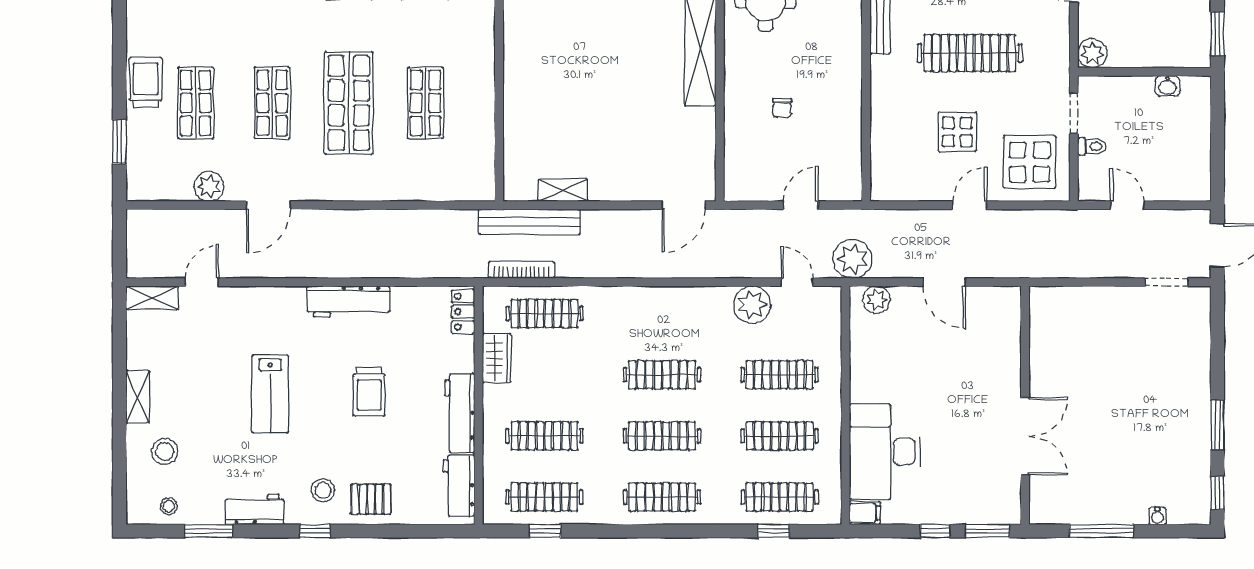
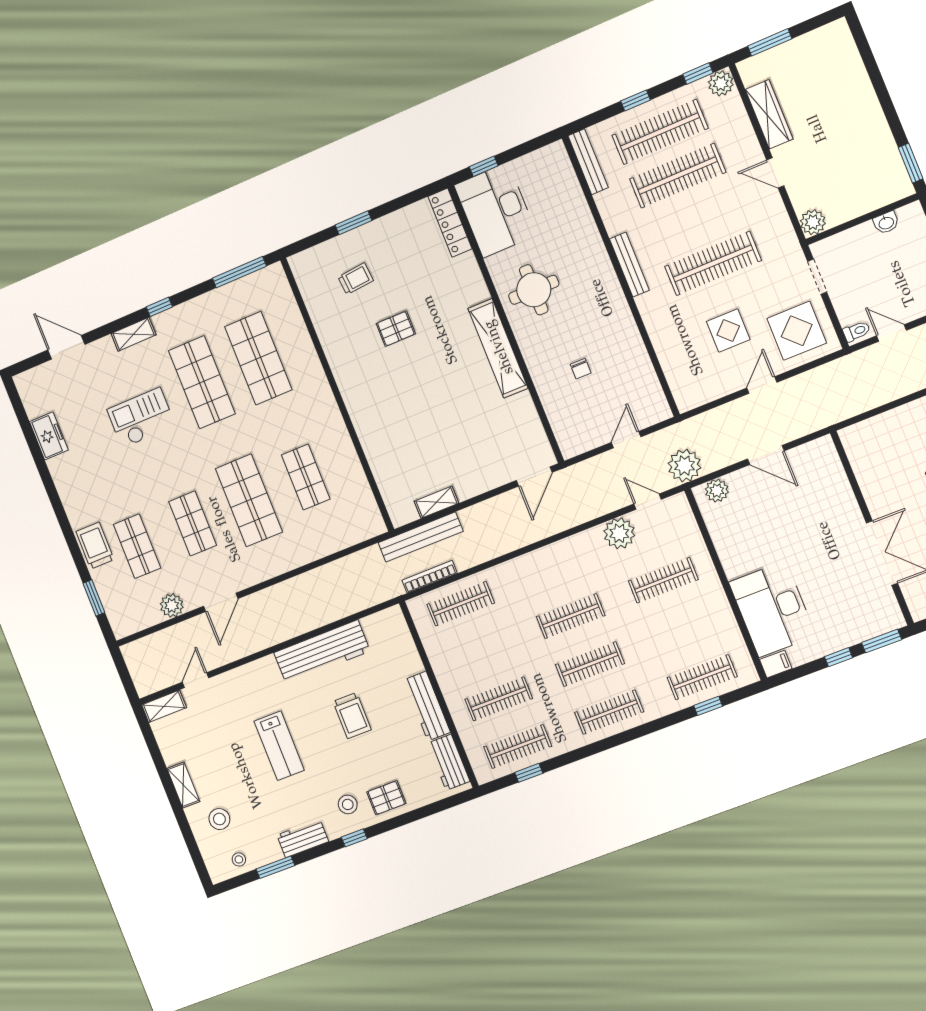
toilet: (1092, 146) -> (857, 331), moved
workbench: (349, 302) -> (322, 652), width x1.36, depth x1.32
locker: (463, 312) -> (398, 627), removed
wardrobe: (497, 358) -> (438, 653), removed
clothes rail: (780, 436) -> (683, 629), removed

